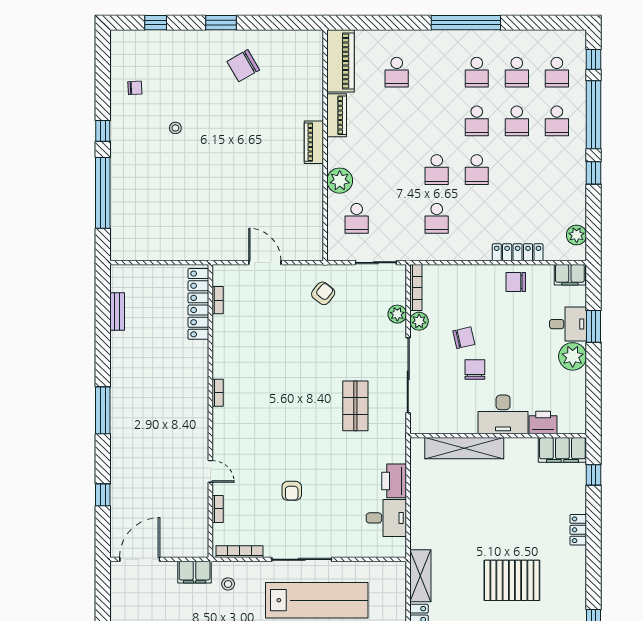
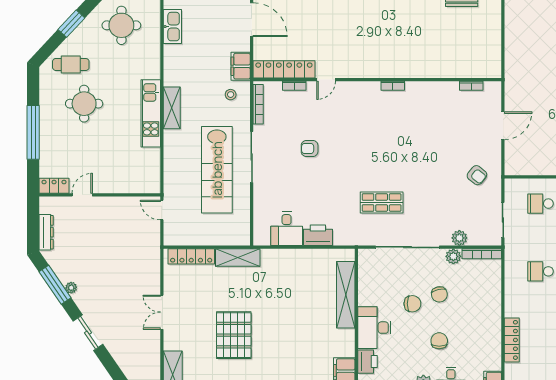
chair: (516, 282) -> (439, 341), moved
locker: (198, 304) -> (284, 69), moved

